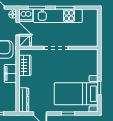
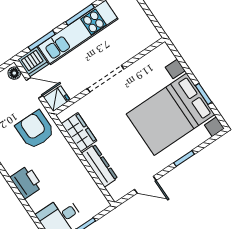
filing cabinet: (10, 73) -> (67, 157), removed
bed with nightstands: (76, 94) -> (171, 114), width x1.36
dresser: (24, 100) -> (99, 166), moved

